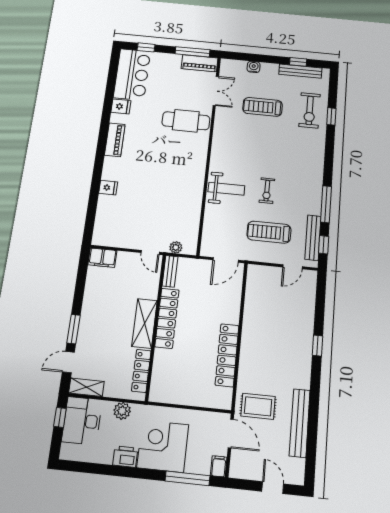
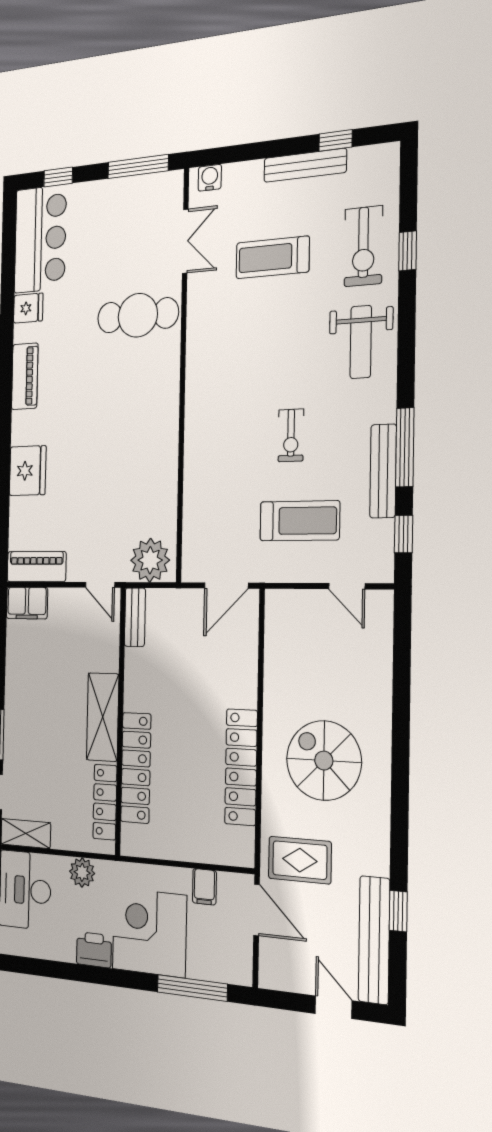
piano: (200, 63) -> (36, 567), moved, turned 180
water cooler: (254, 67) -> (210, 178), moved
bench: (300, 71) -> (305, 165), moved
fridge: (108, 188) -> (28, 471), width x1.88, depth x1.34
weight bench: (226, 189) -> (361, 342), moved, turned 90
treadmill: (269, 232) -> (300, 521), turned 180
bench: (313, 238) -> (383, 471), moved
plant: (176, 247) -> (150, 560), width x1.87, depth x1.87
door: (293, 267) -> (347, 586), hinge flipped
locker: (167, 318) -> (136, 768), moved
window: (318, 346) -> (398, 911), moved
spiral stairs: (275, 354) -> (324, 761), added
bench: (300, 423) -> (374, 940), moved
filing cabinet: (219, 466) -> (204, 887), moved, turned 180

